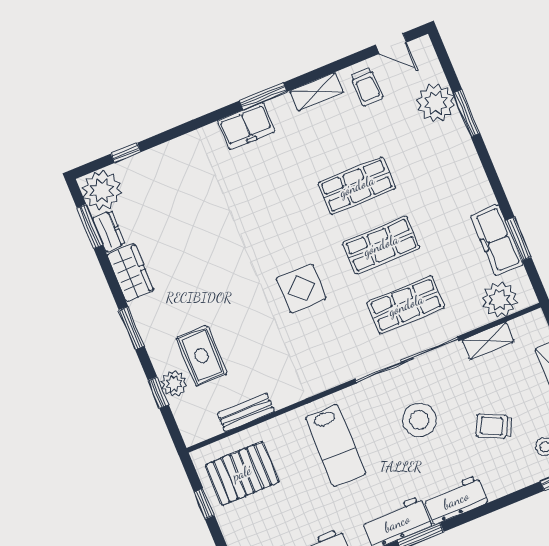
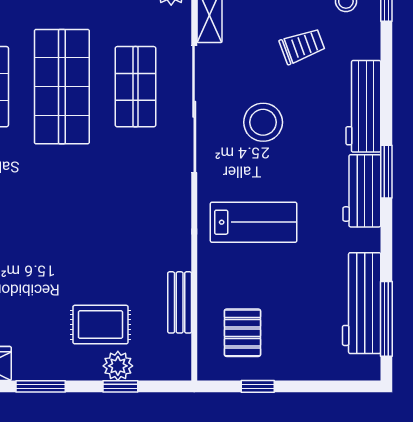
shop shelf: (381, 245) -> (62, 87), width x1.43, depth x1.36
display table: (301, 289) -> (73, 190), removed
trolley: (494, 426) -> (302, 46), turned -136
pallet: (242, 473) -> (242, 333), width x0.67, depth x0.71
workbench: (456, 500) -> (363, 106), width x1.38

